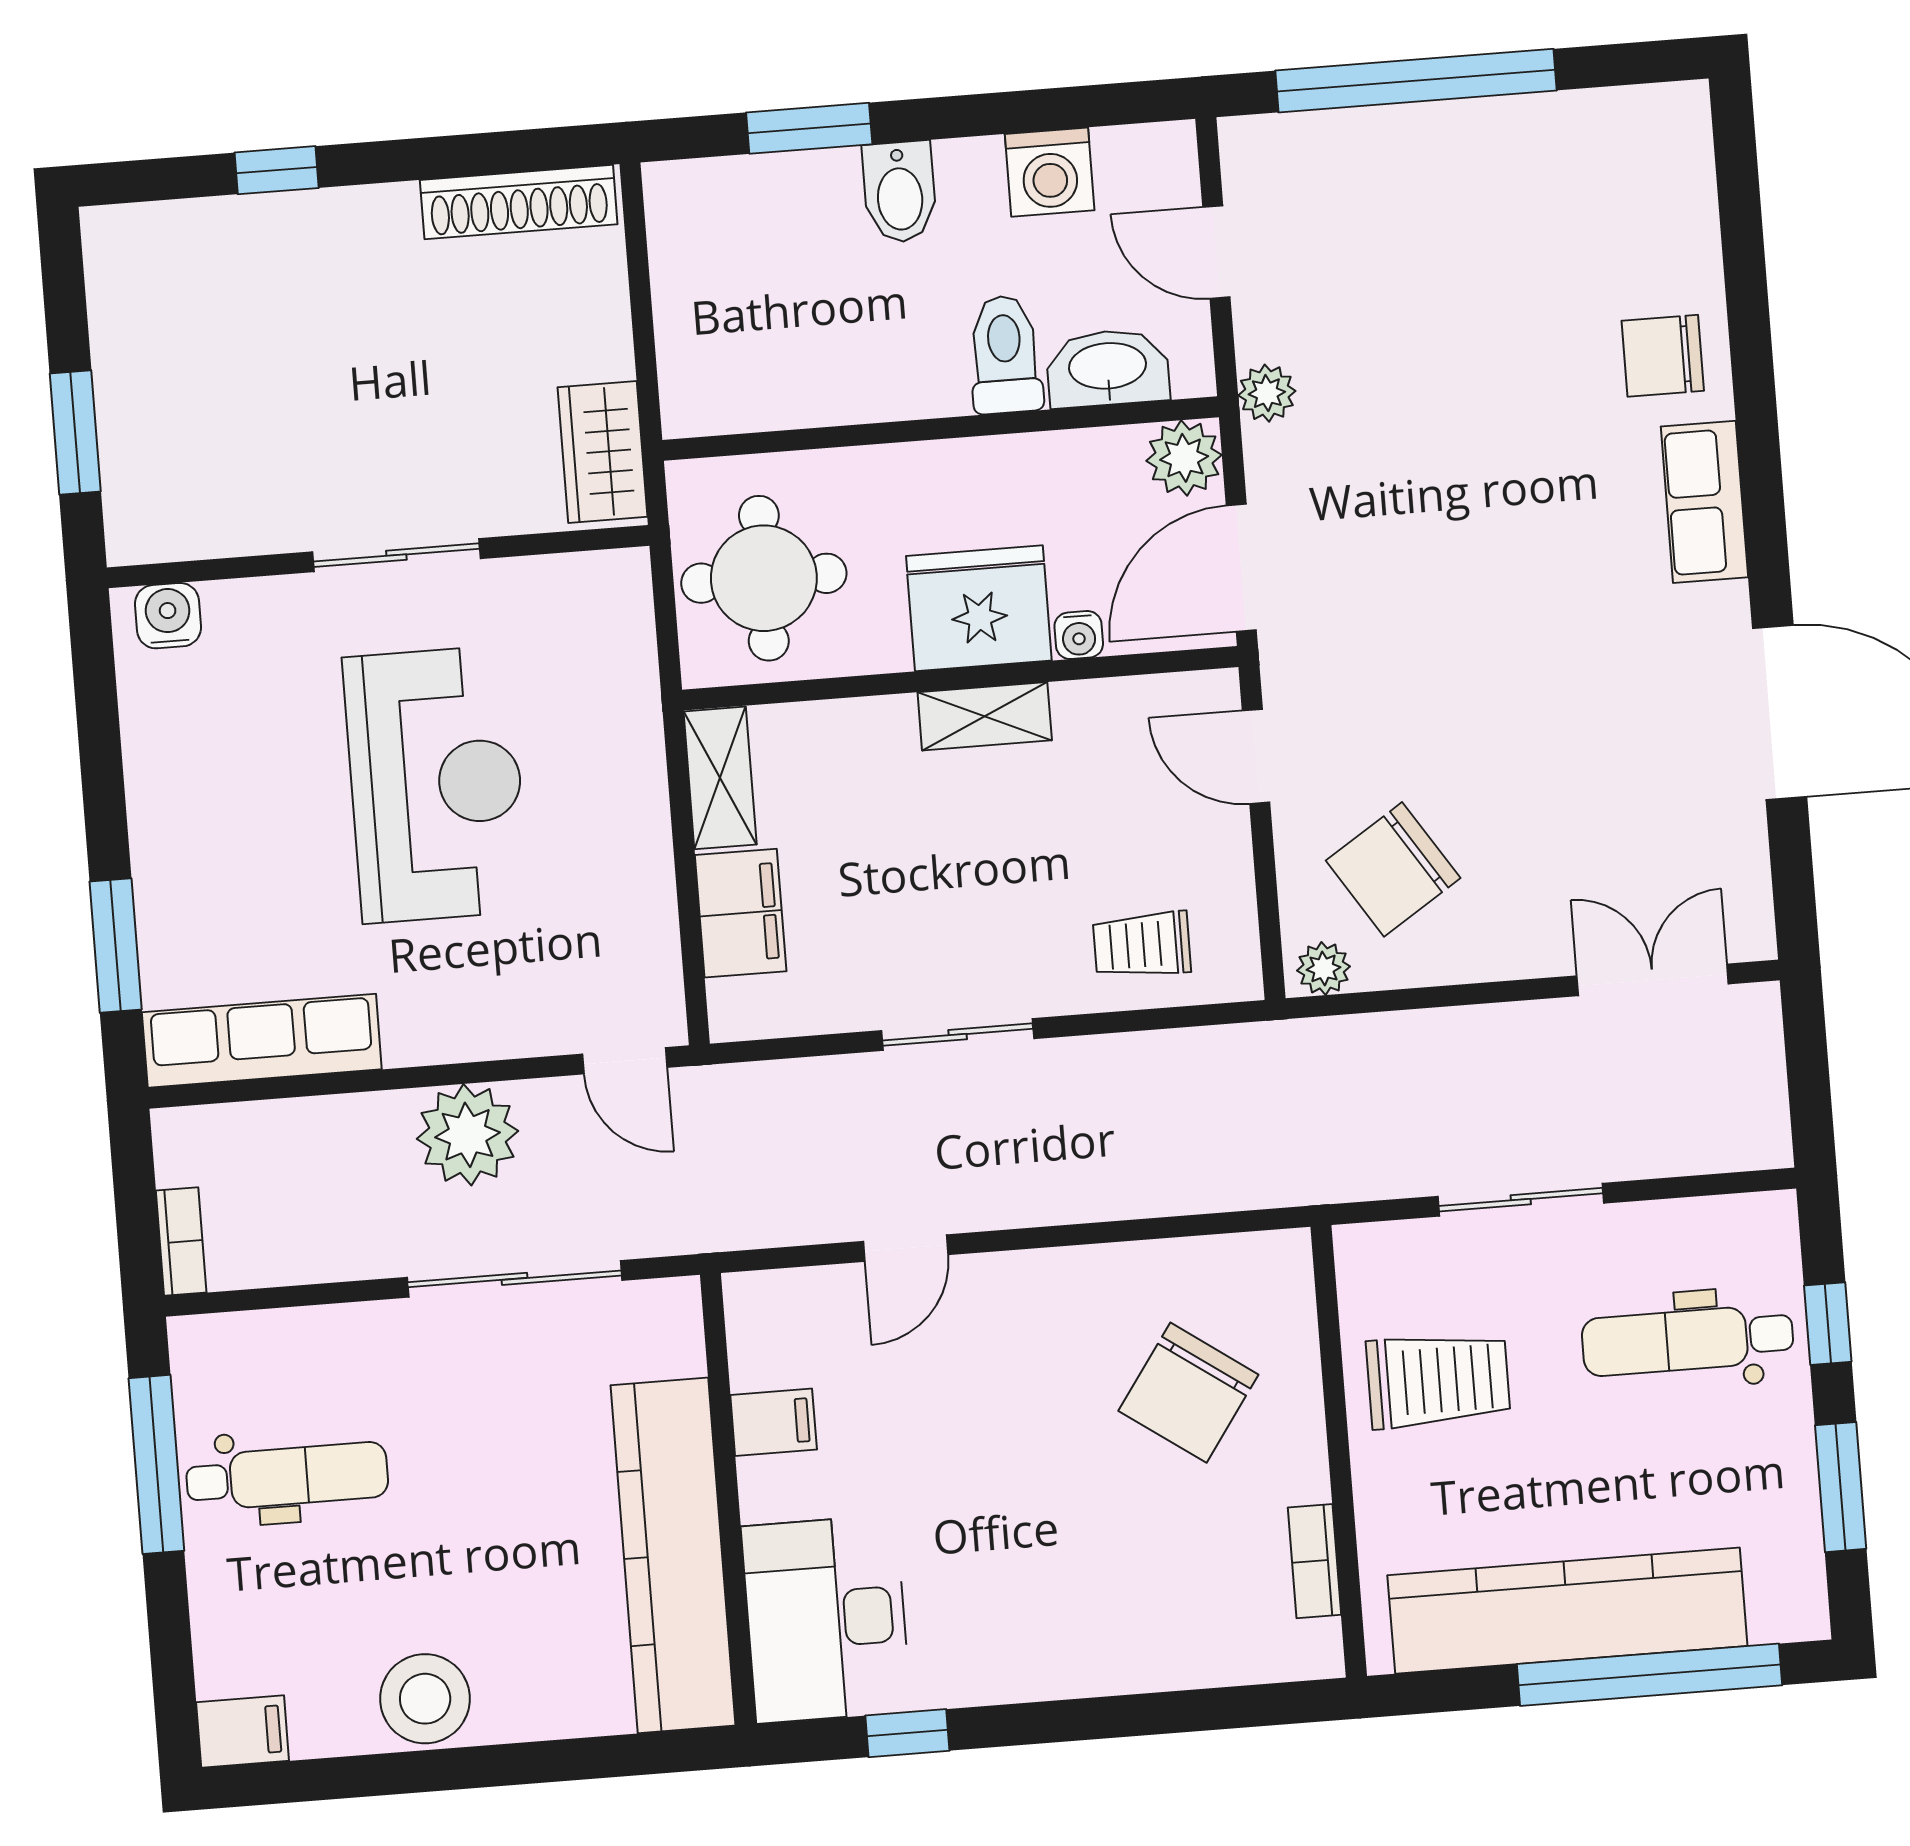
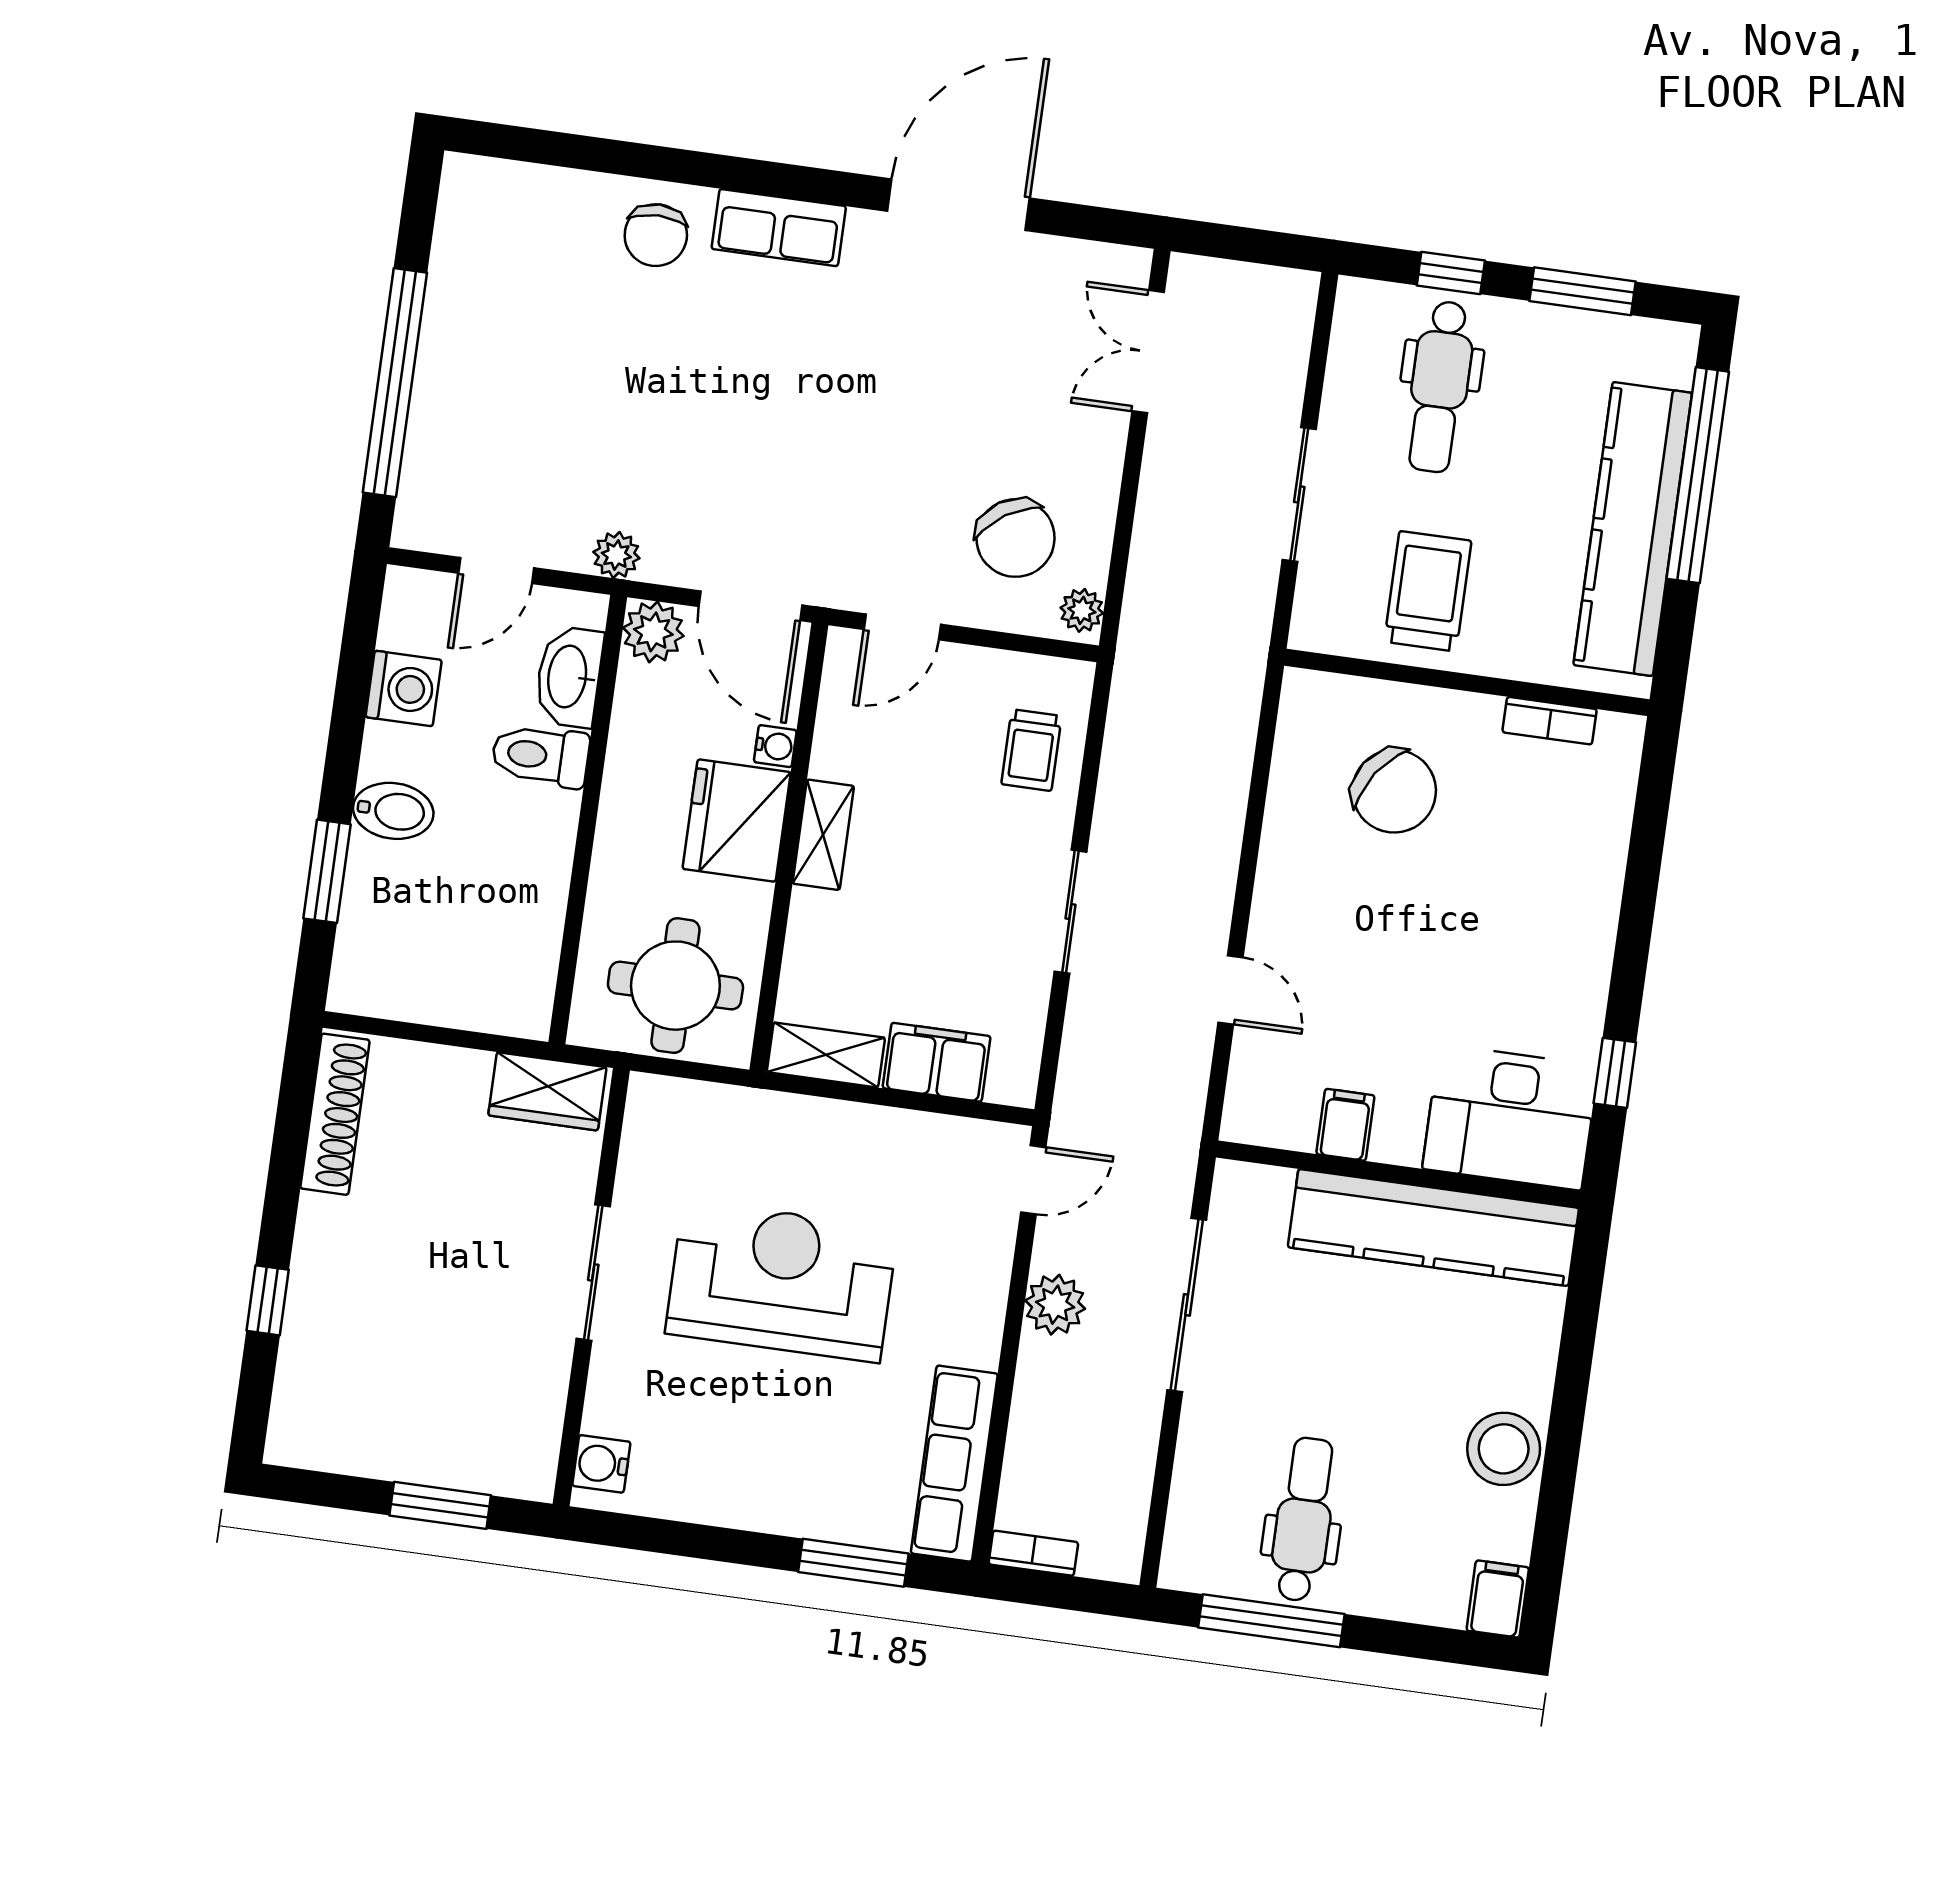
plant: (467, 1135) -> (1055, 1305), width x0.73, depth x0.73
bookcase: (181, 1242) -> (1033, 1553), moved

